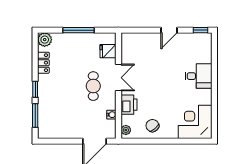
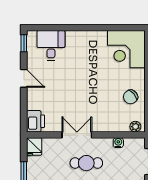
fridge: (108, 51) -> (34, 147), moved
desk: (199, 76) -> (51, 45), moved
printer: (129, 105) -> (35, 121), moved, turned 90

